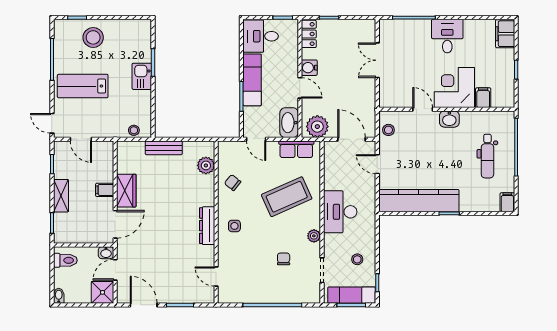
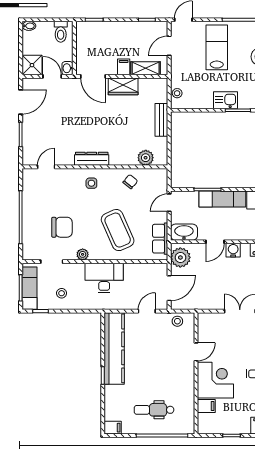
washbasin: (449, 119) -> (187, 376), removed
shelving: (61, 196) -> (146, 68), moved
chair: (284, 259) -> (62, 227), width x1.87, depth x1.87

